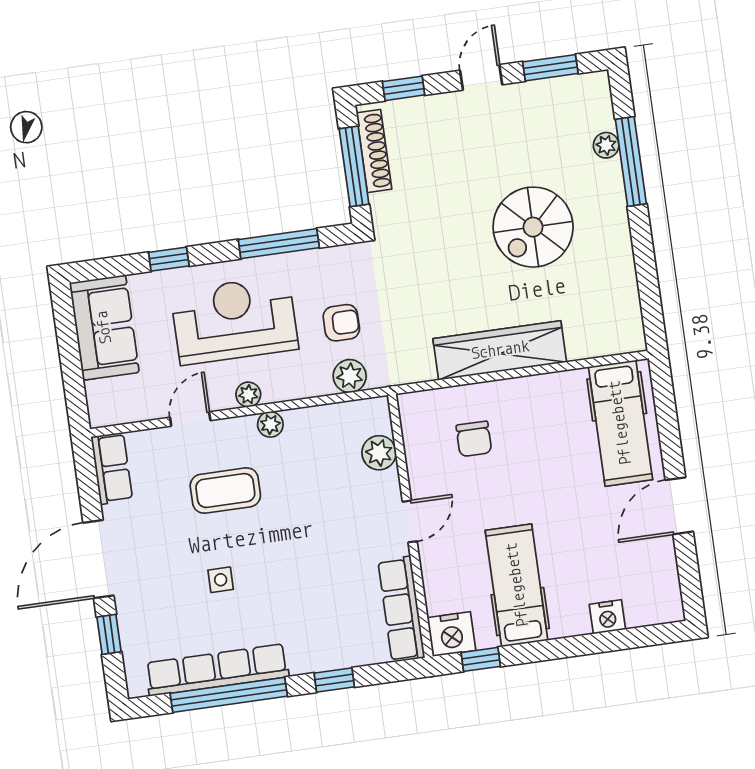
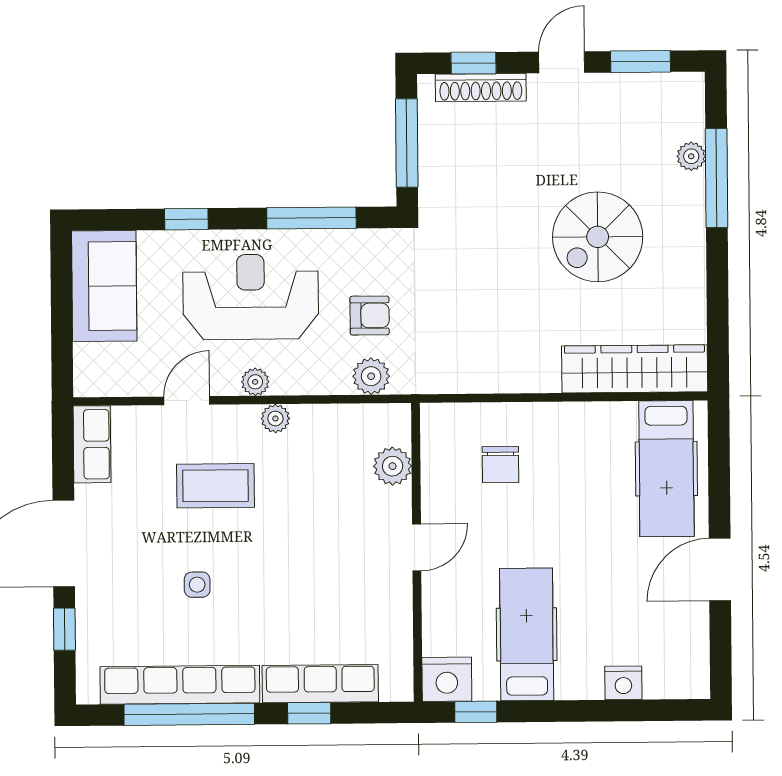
shoe rack: (374, 151) -> (481, 88), moved, turned 90
wardrobe: (500, 350) -> (635, 369), moved
row of seats: (401, 609) -> (320, 684), moved, turned 90

